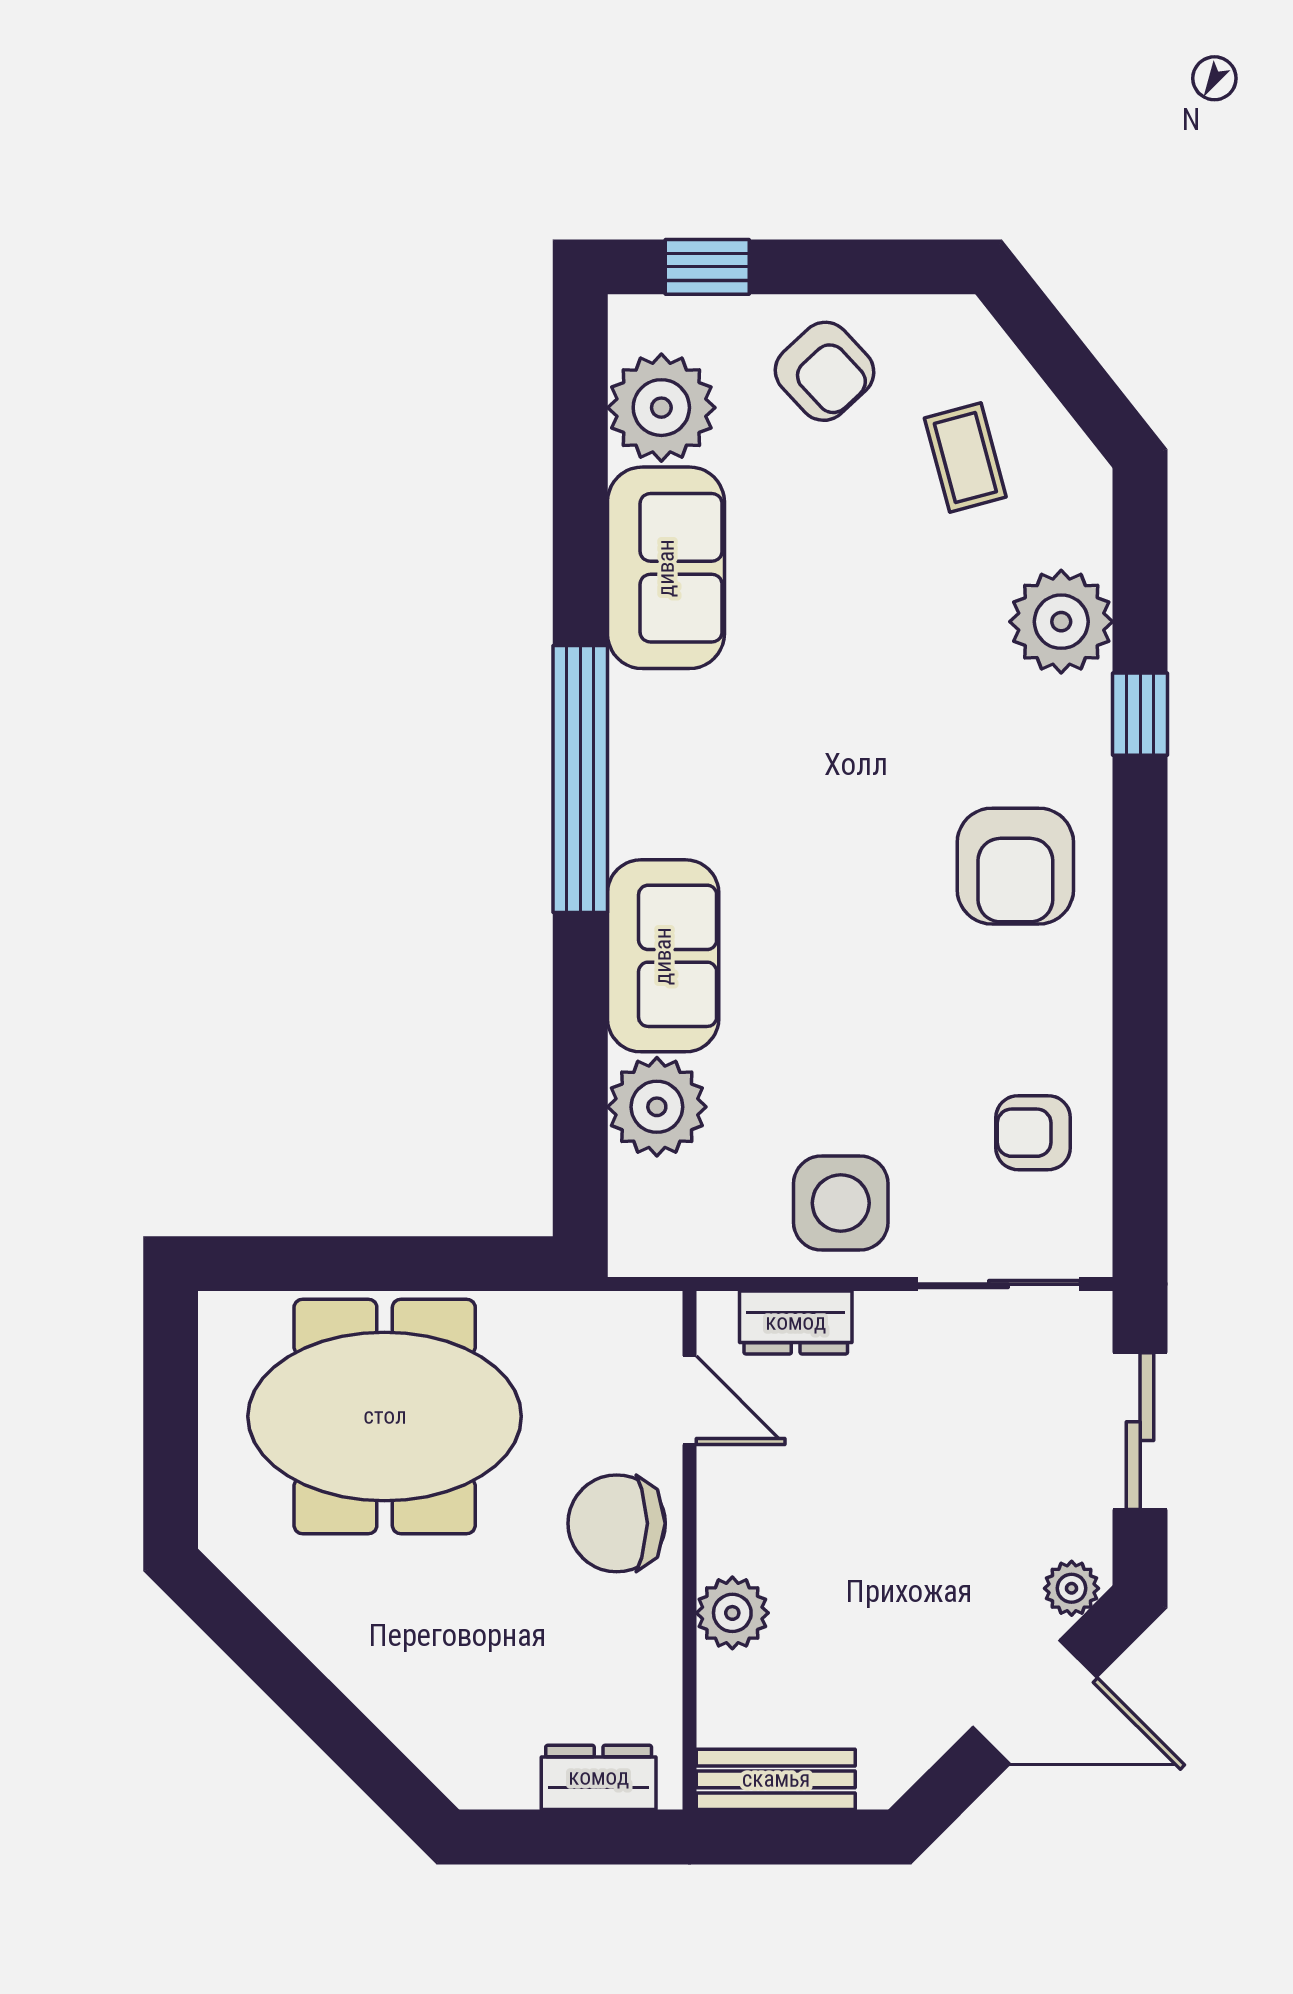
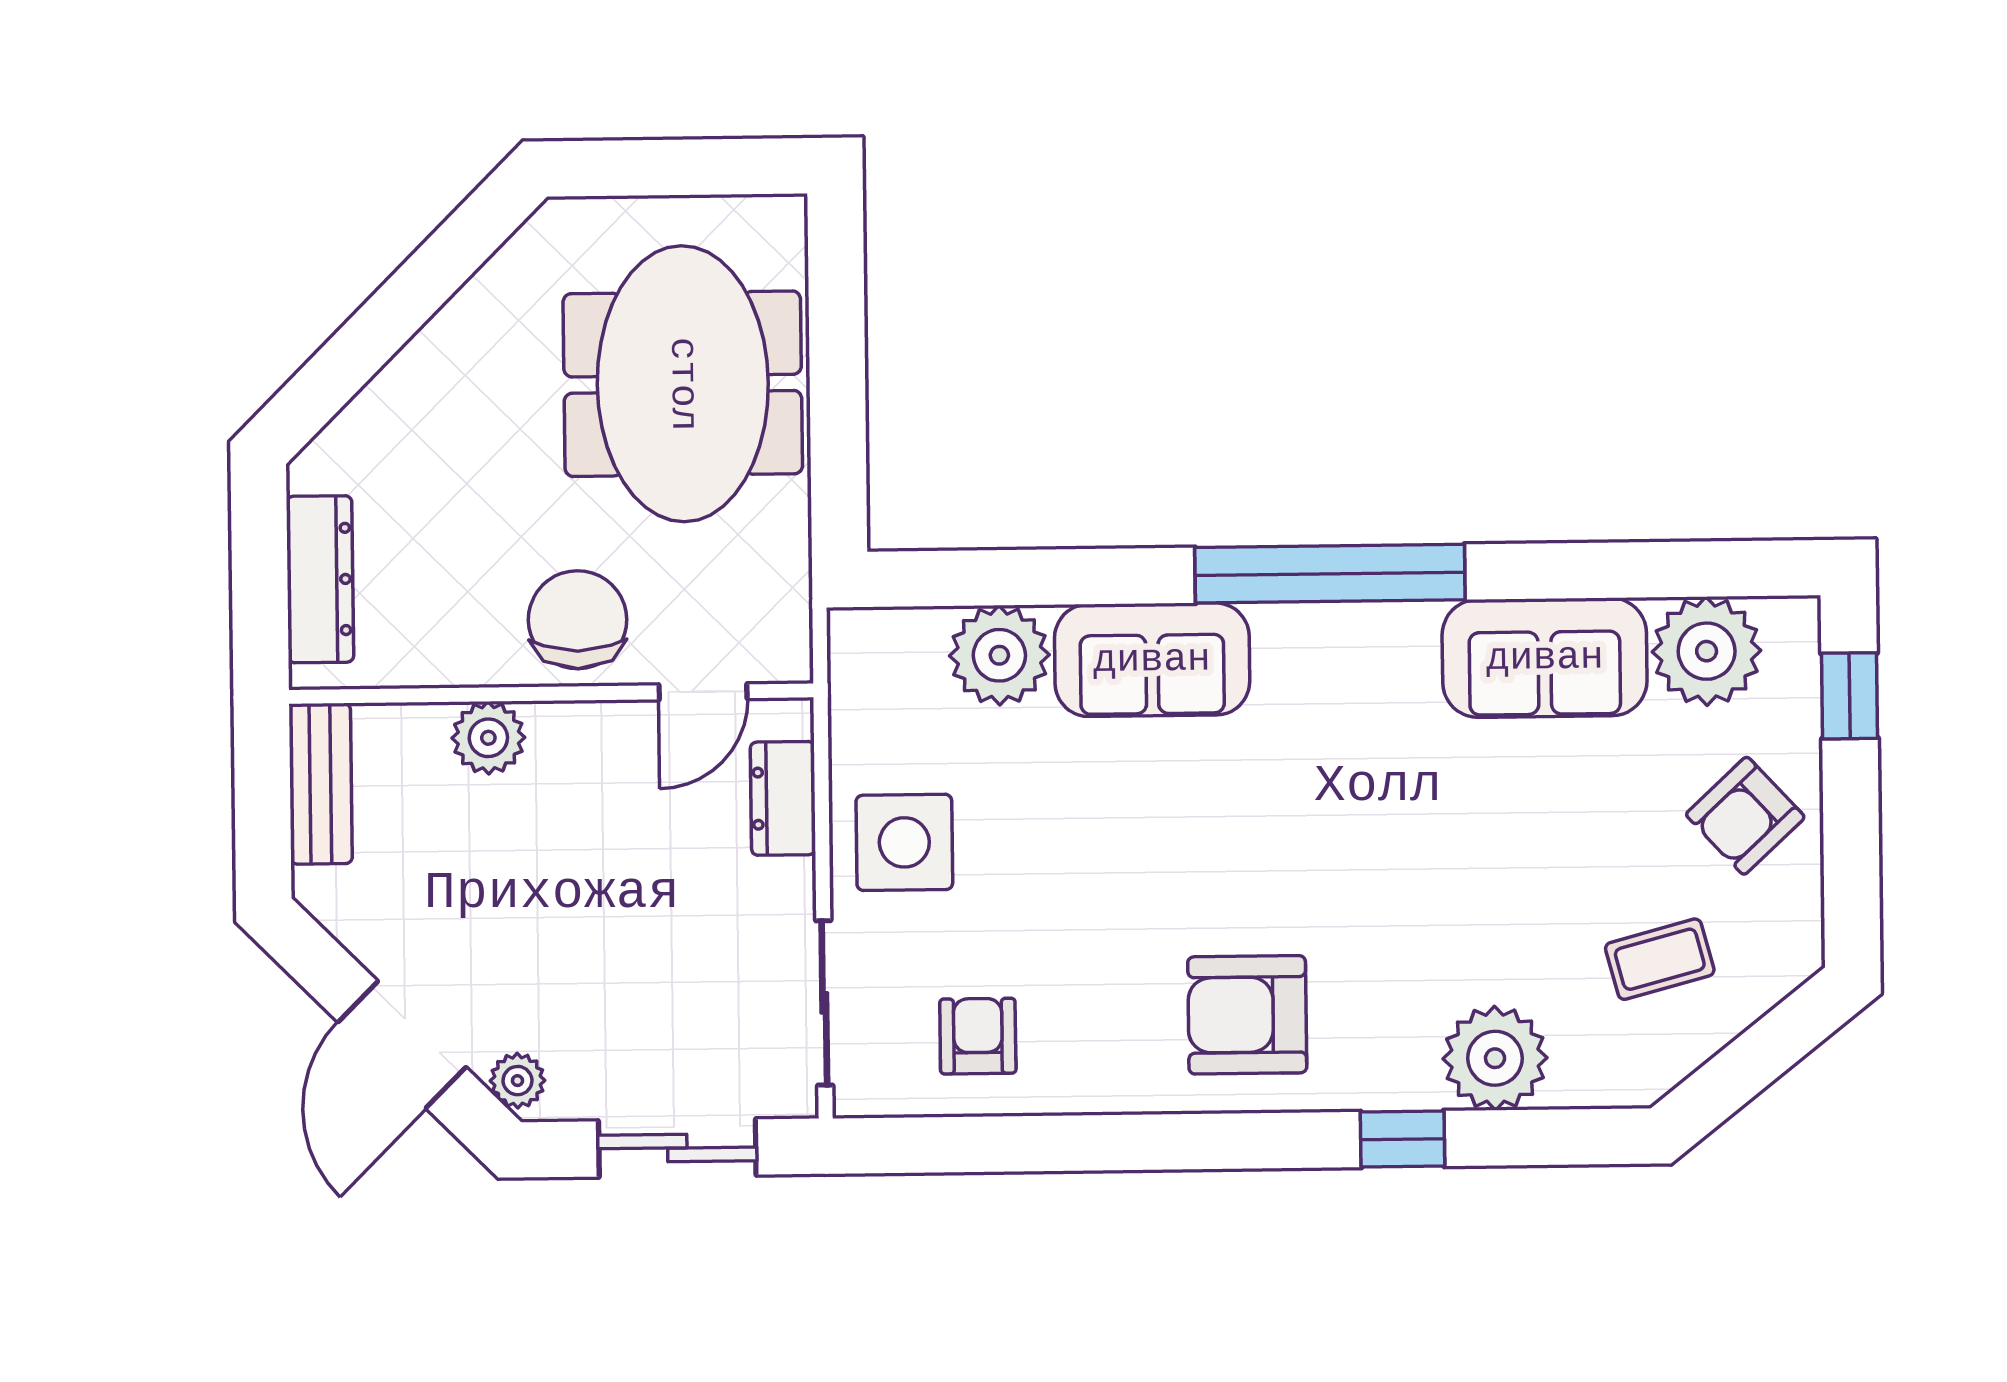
dresser: (599, 1777) -> (320, 579), width x1.44

